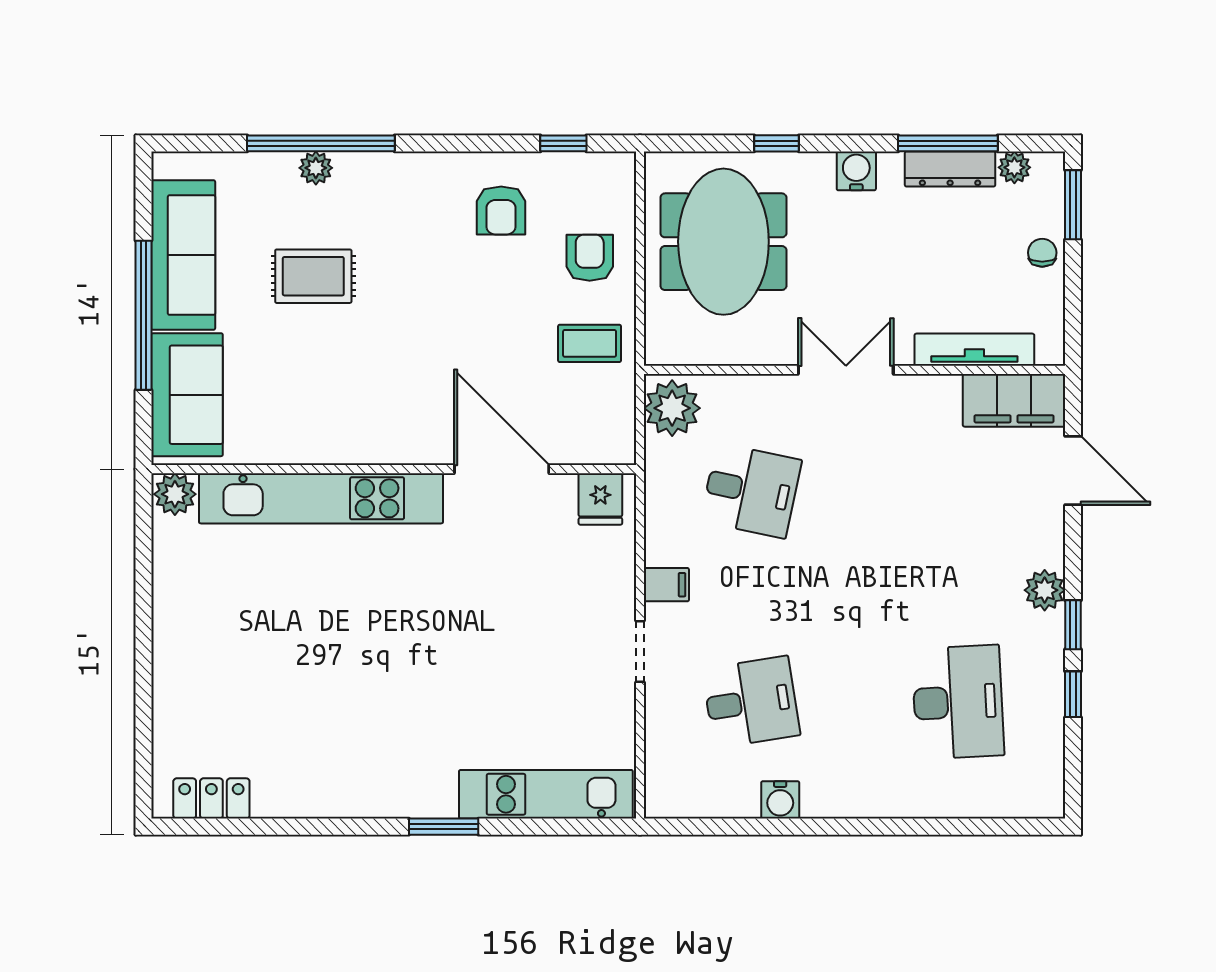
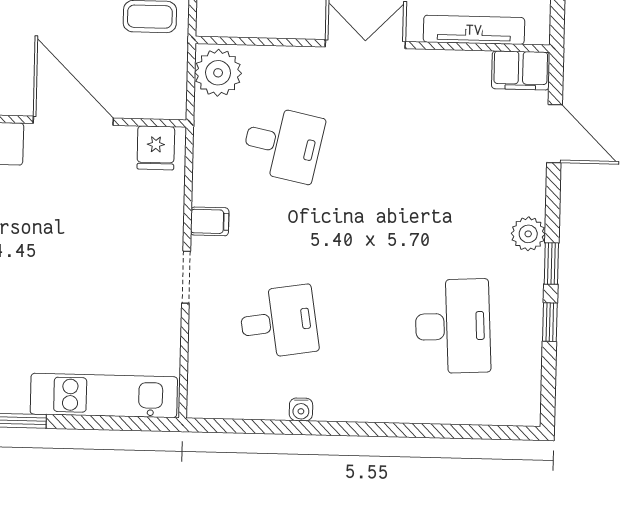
filing cabinet: (1014, 400) -> (521, 70), width x0.67, depth x0.86
water cooler: (780, 800) -> (301, 409), width x0.72, depth x0.72

